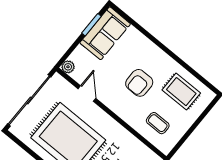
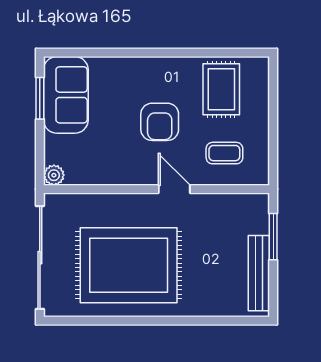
rug: (181, 92) -> (221, 89), turned 90
door: (87, 94) -> (174, 189), moved

